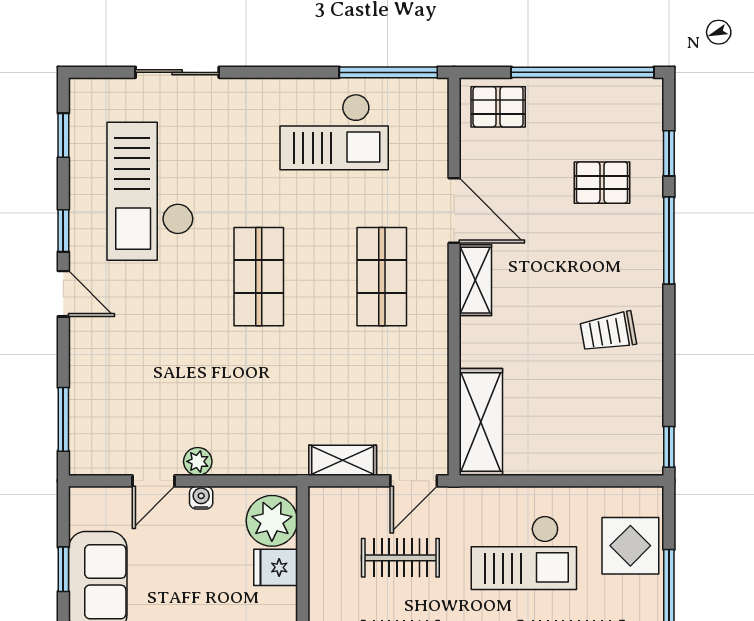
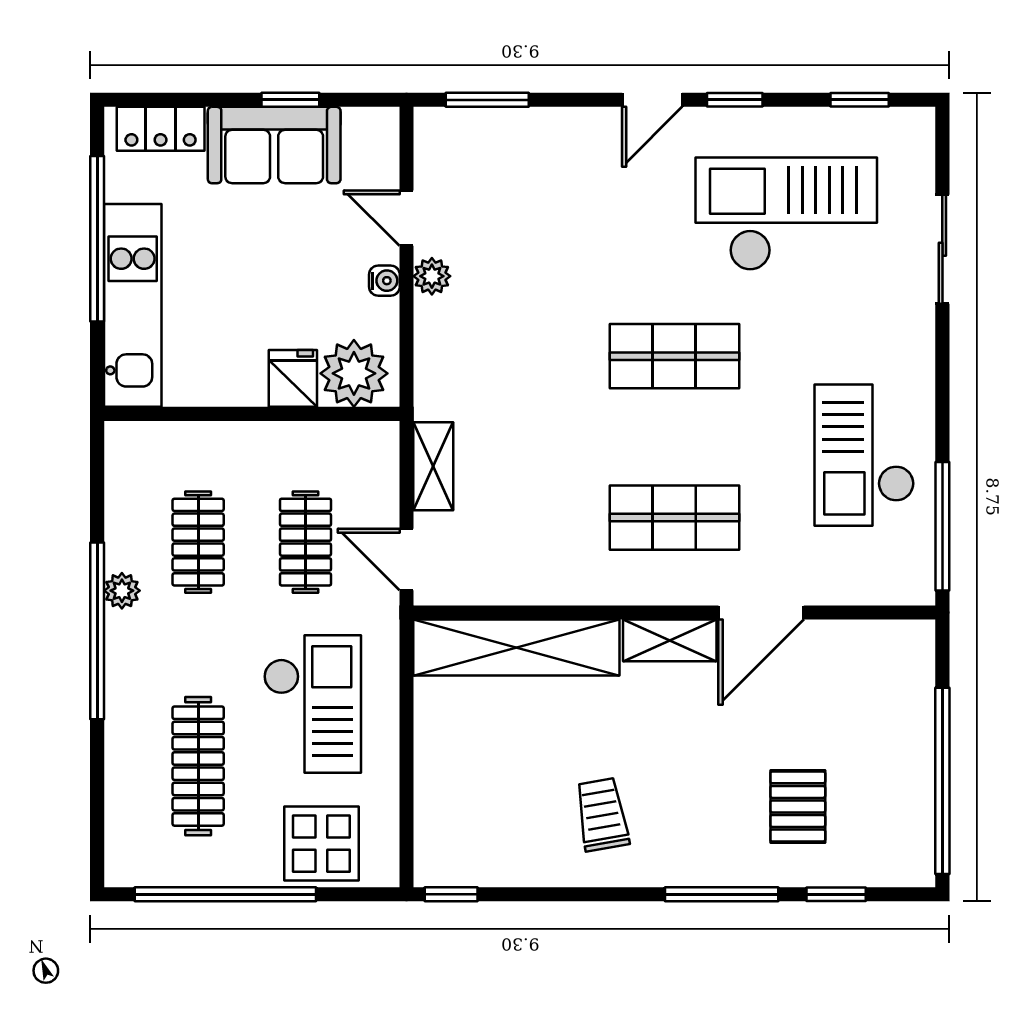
pallet: (498, 107) -> (897, 670), removed
shelving: (481, 422) -> (516, 648), width x1.47
checkout: (524, 553) -> (312, 704), turned 180

